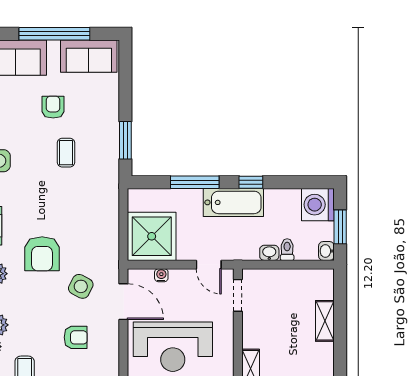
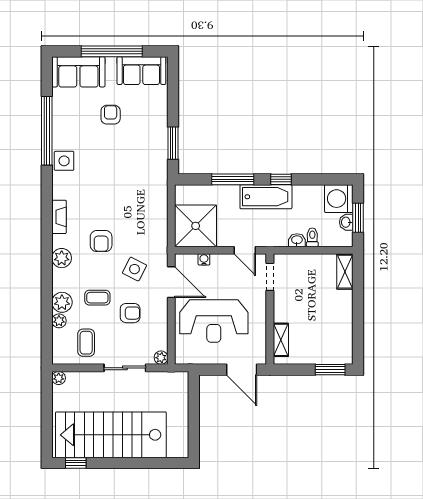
coffee table: (66, 153) -> (97, 298), moved, turned 90
washbasin: (326, 251) -> (346, 222), moved
armchair: (42, 254) -> (101, 241), width x0.72, depth x0.72
shelving: (325, 321) -> (345, 272), moved

